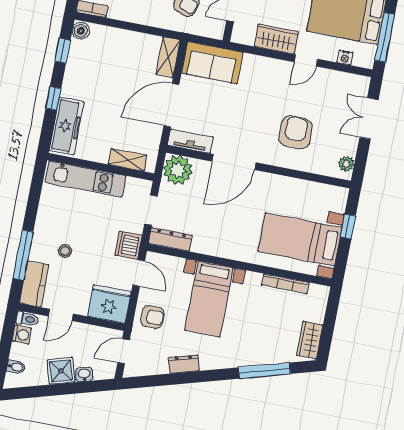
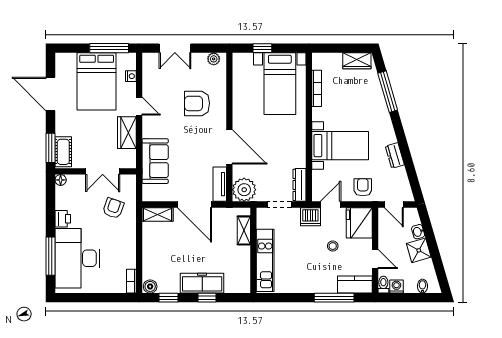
sofa: (212, 63) -> (155, 161), moved
freezer: (67, 126) -> (202, 283), moved
stool: (65, 251) -> (333, 246), moved

